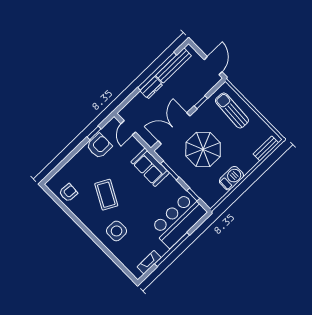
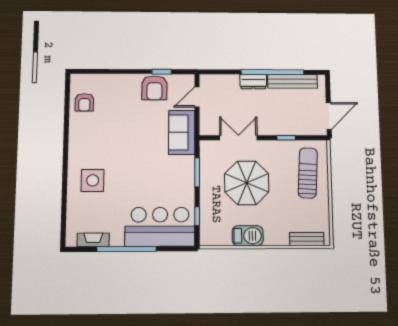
double door: (174, 128) -> (238, 138), width x0.73
armchair: (99, 146) -> (154, 88), turned 90
sofa: (150, 167) -> (182, 132), moved
armchair: (68, 193) -> (84, 102), turned 86
coffee table: (106, 195) -> (117, 138), removed

